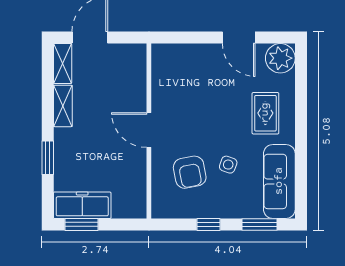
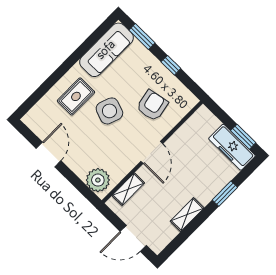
plant: (280, 58) -> (98, 180), moved
shelving: (63, 63) -> (128, 189), moved
side table: (228, 165) -> (109, 111), moved, width x1.87, depth x1.87

